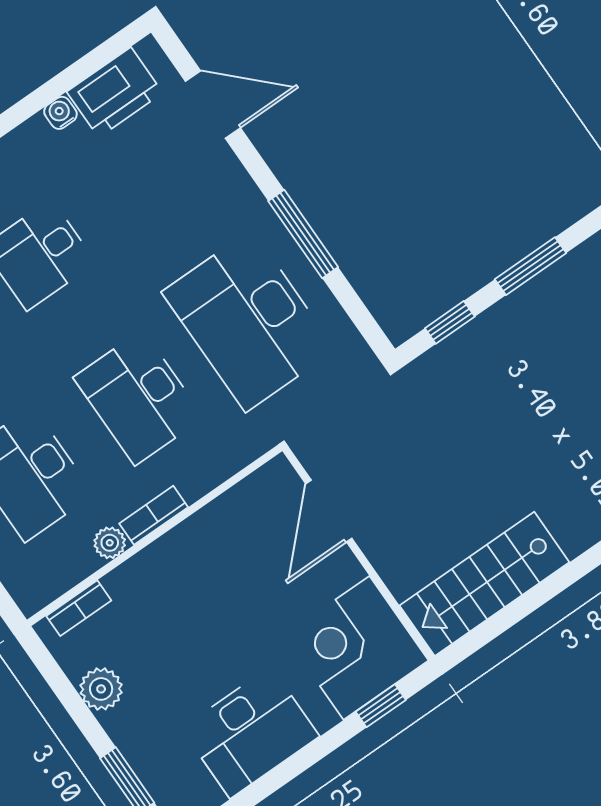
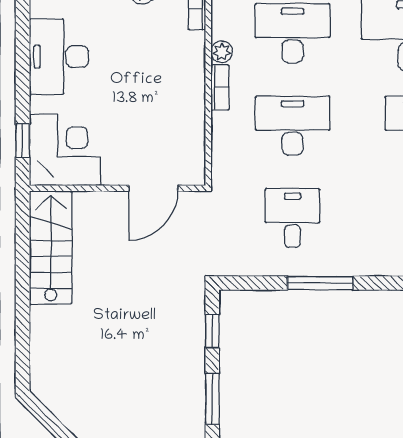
desk: (249, 321) -> (292, 218), width x0.53, depth x0.77
door: (329, 511) -> (153, 188), swing flipped

